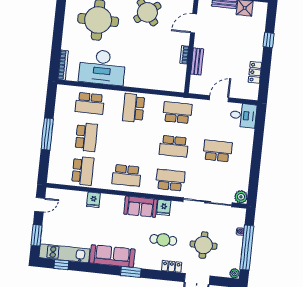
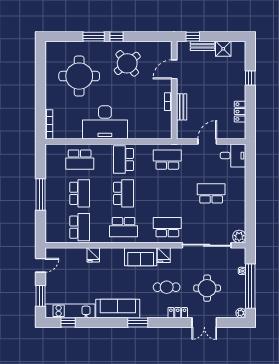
desk: (102, 67) -> (105, 122), moved
school desk: (174, 146) -> (123, 193), moved, turned -90

